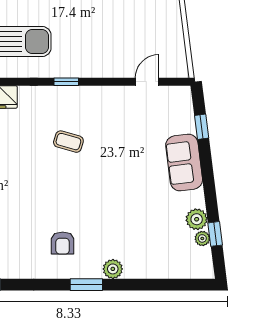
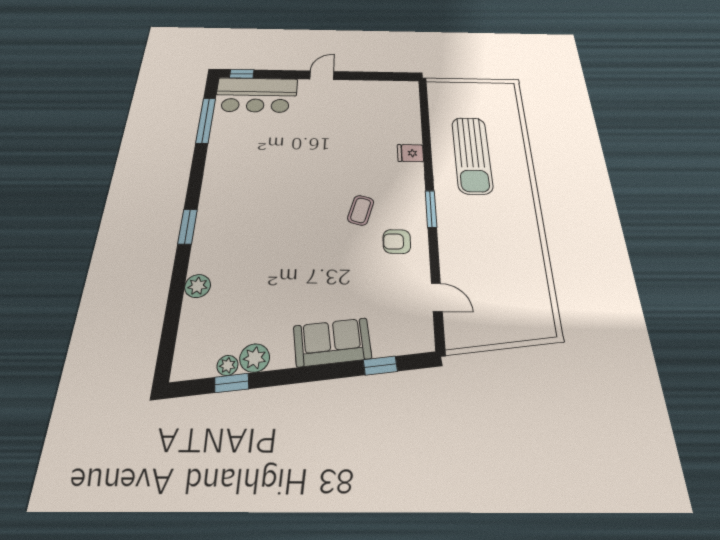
window: (66, 82) -> (431, 209), width x1.50
armchair: (63, 243) -> (397, 242), moved
plant: (113, 269) -> (198, 286), moved

